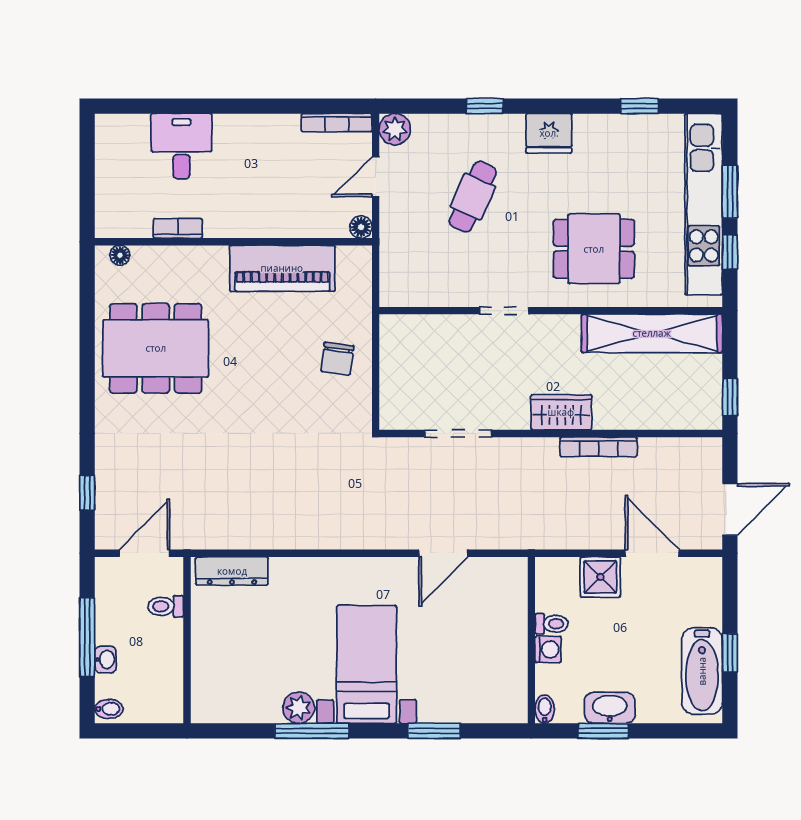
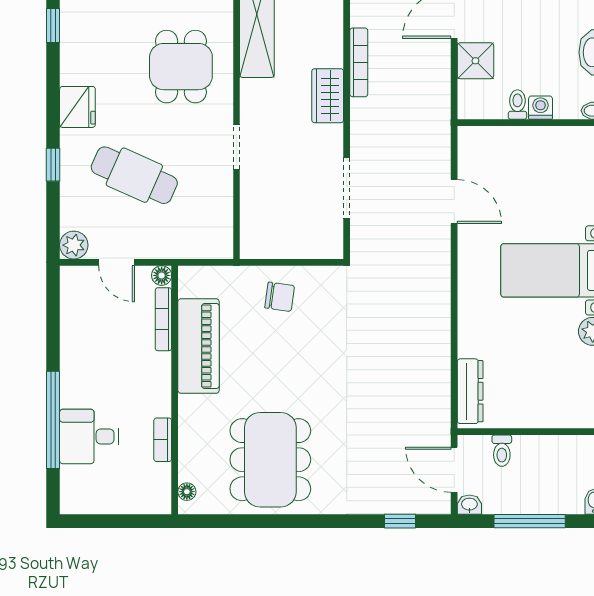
window: (200, 106) -> (53, 420), added
bookcase: (337, 123) -> (163, 319), moved, turned 180
cafe table: (473, 197) -> (134, 175), width x1.37, depth x1.35
washbasin: (106, 659) -> (469, 505), moved

